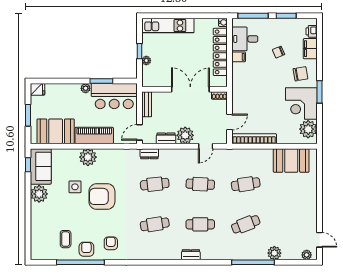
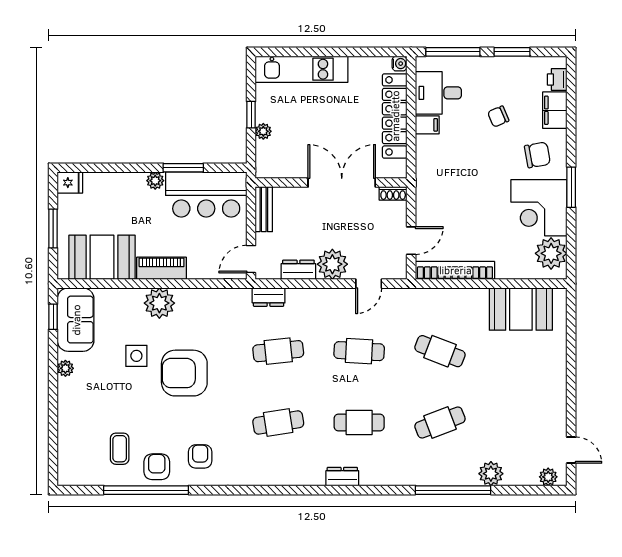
piano: (94, 136) -> (162, 268), width x0.73, depth x0.75
cafe table: (246, 184) -> (440, 351), turned 30
plant: (39, 194) -> (65, 368), width x0.53, depth x0.53

